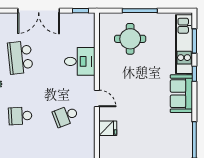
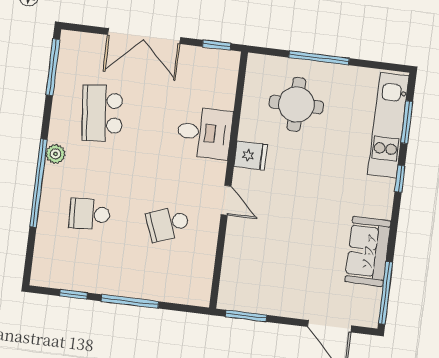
sofa: (181, 94) -> (368, 251), moved
fridge: (108, 128) -> (251, 156), moved

